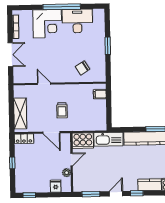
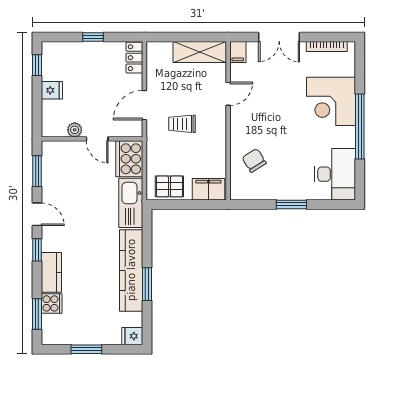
desk: (77, 21) -> (335, 174), moved
filing cabinet: (20, 79) -> (238, 52), added
filing cabinet: (100, 94) -> (208, 189), width x2.00
shelving: (20, 113) -> (200, 52), moved
pallet: (99, 117) -> (169, 186), added
fridge: (56, 186) -> (52, 90), moved

